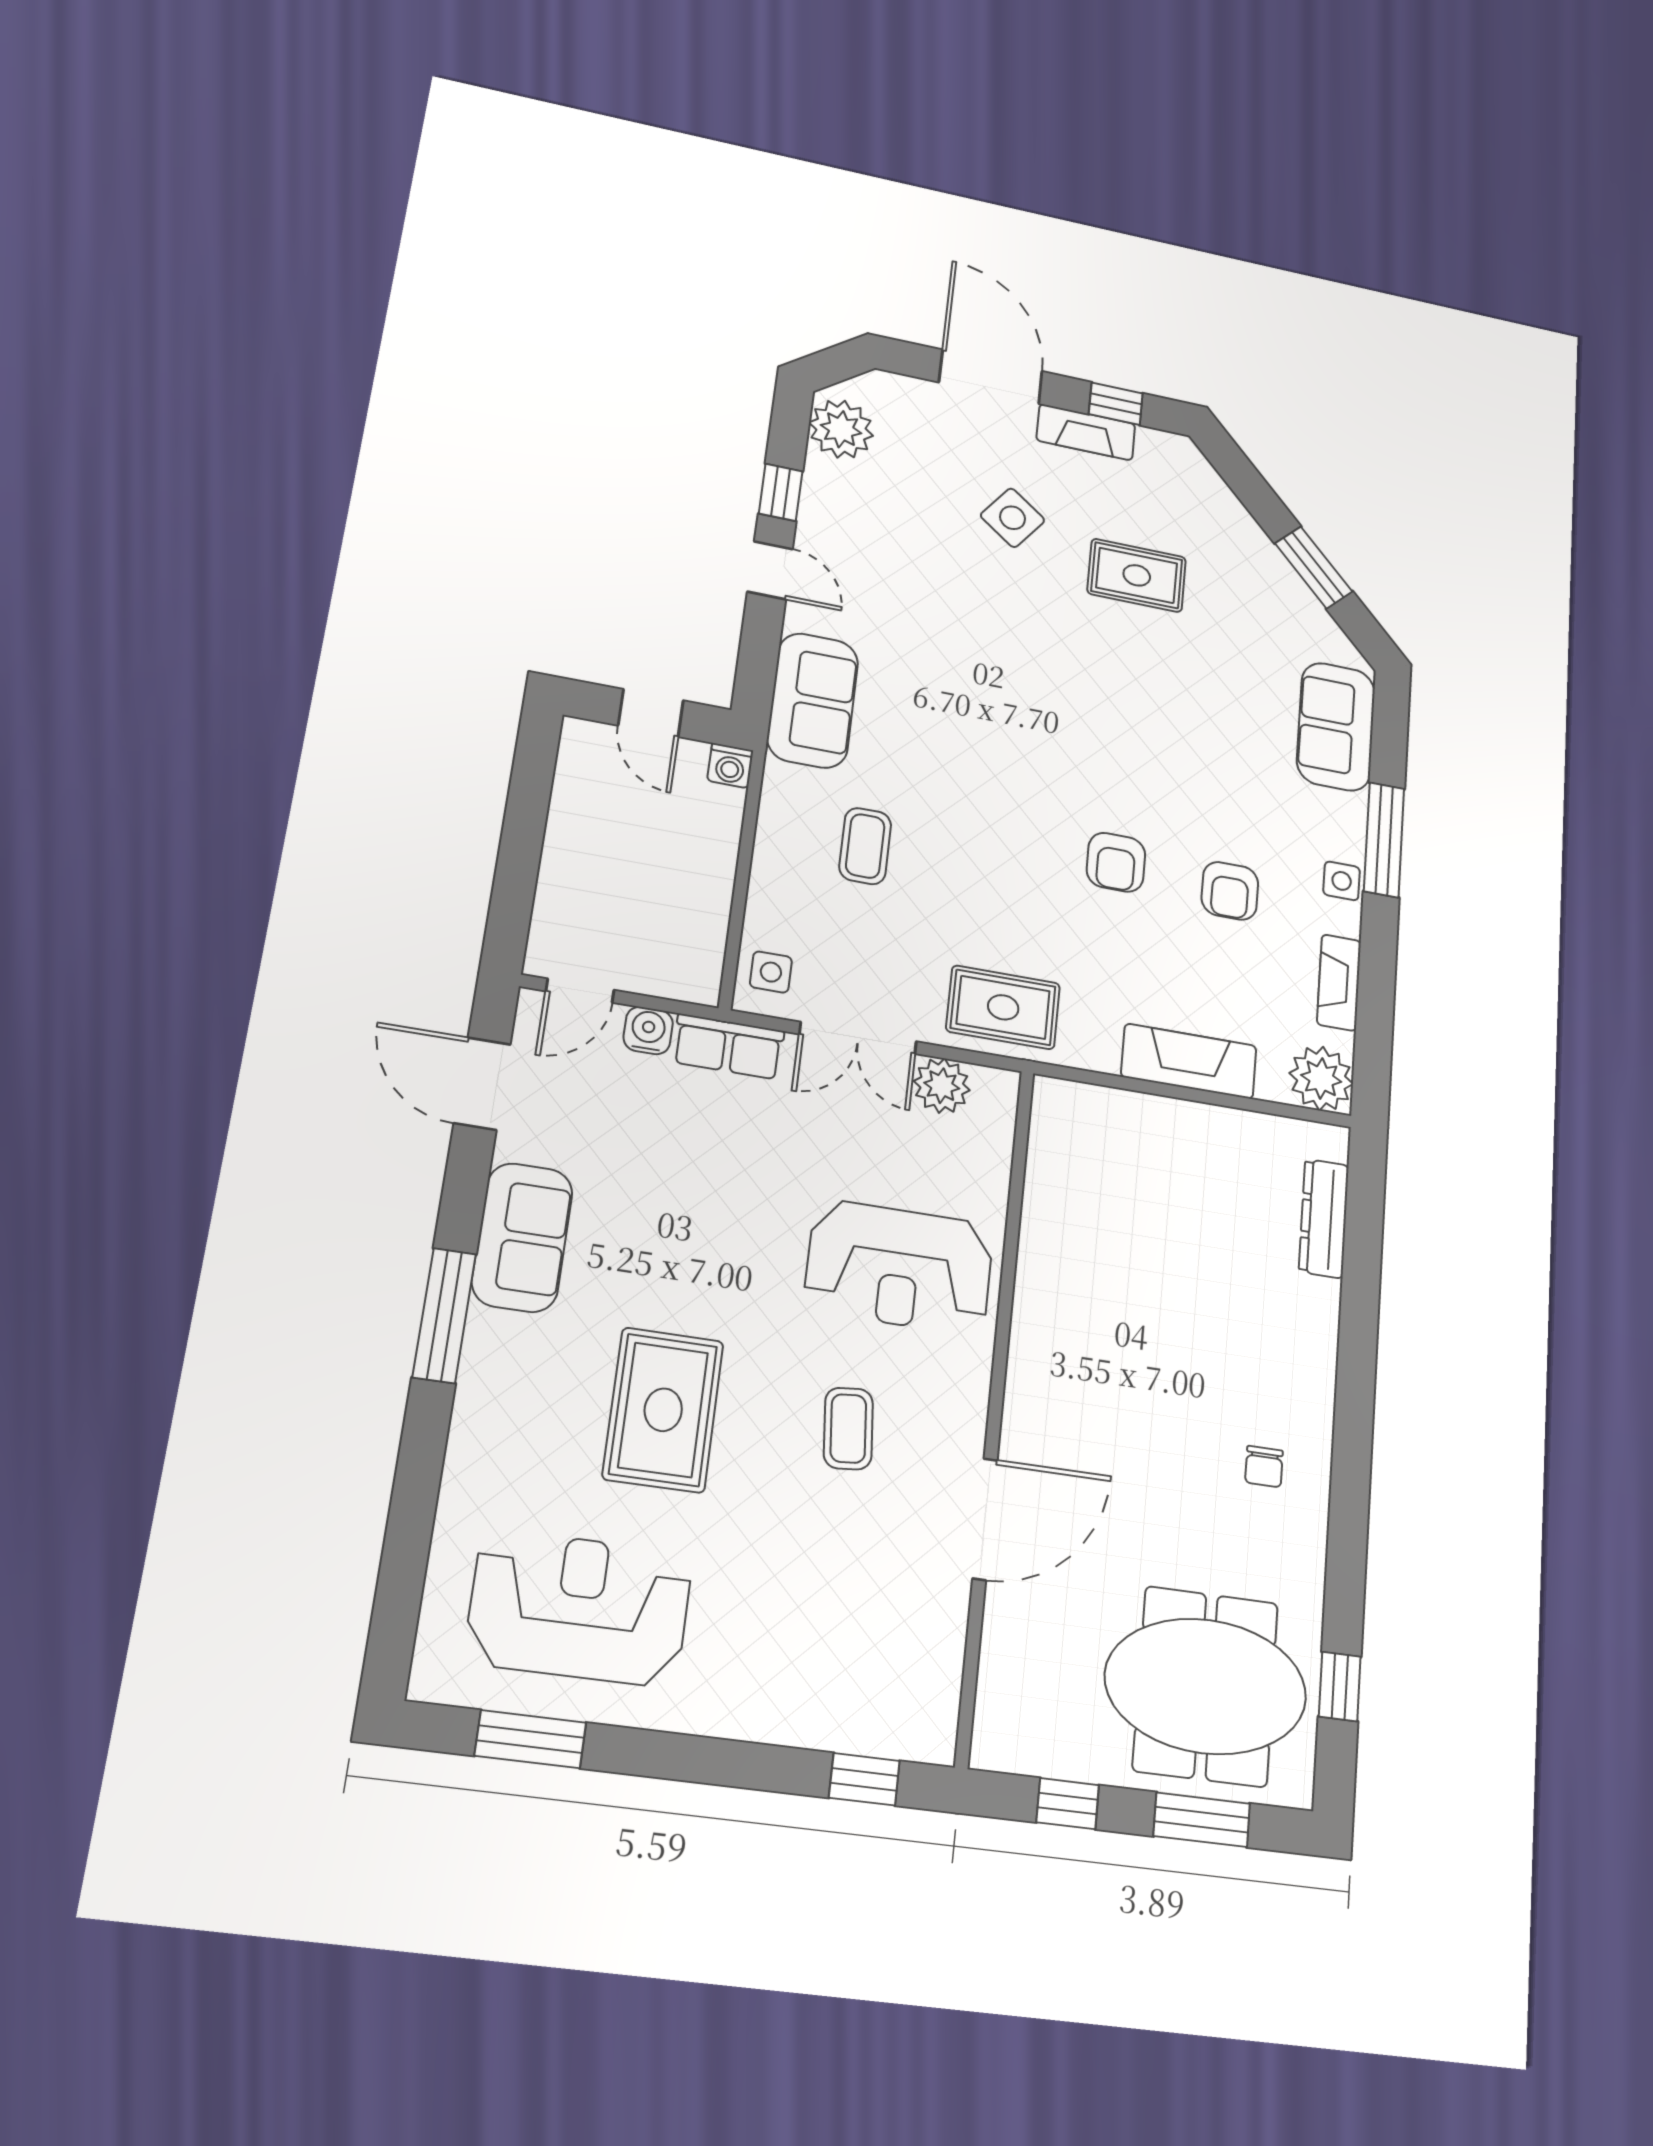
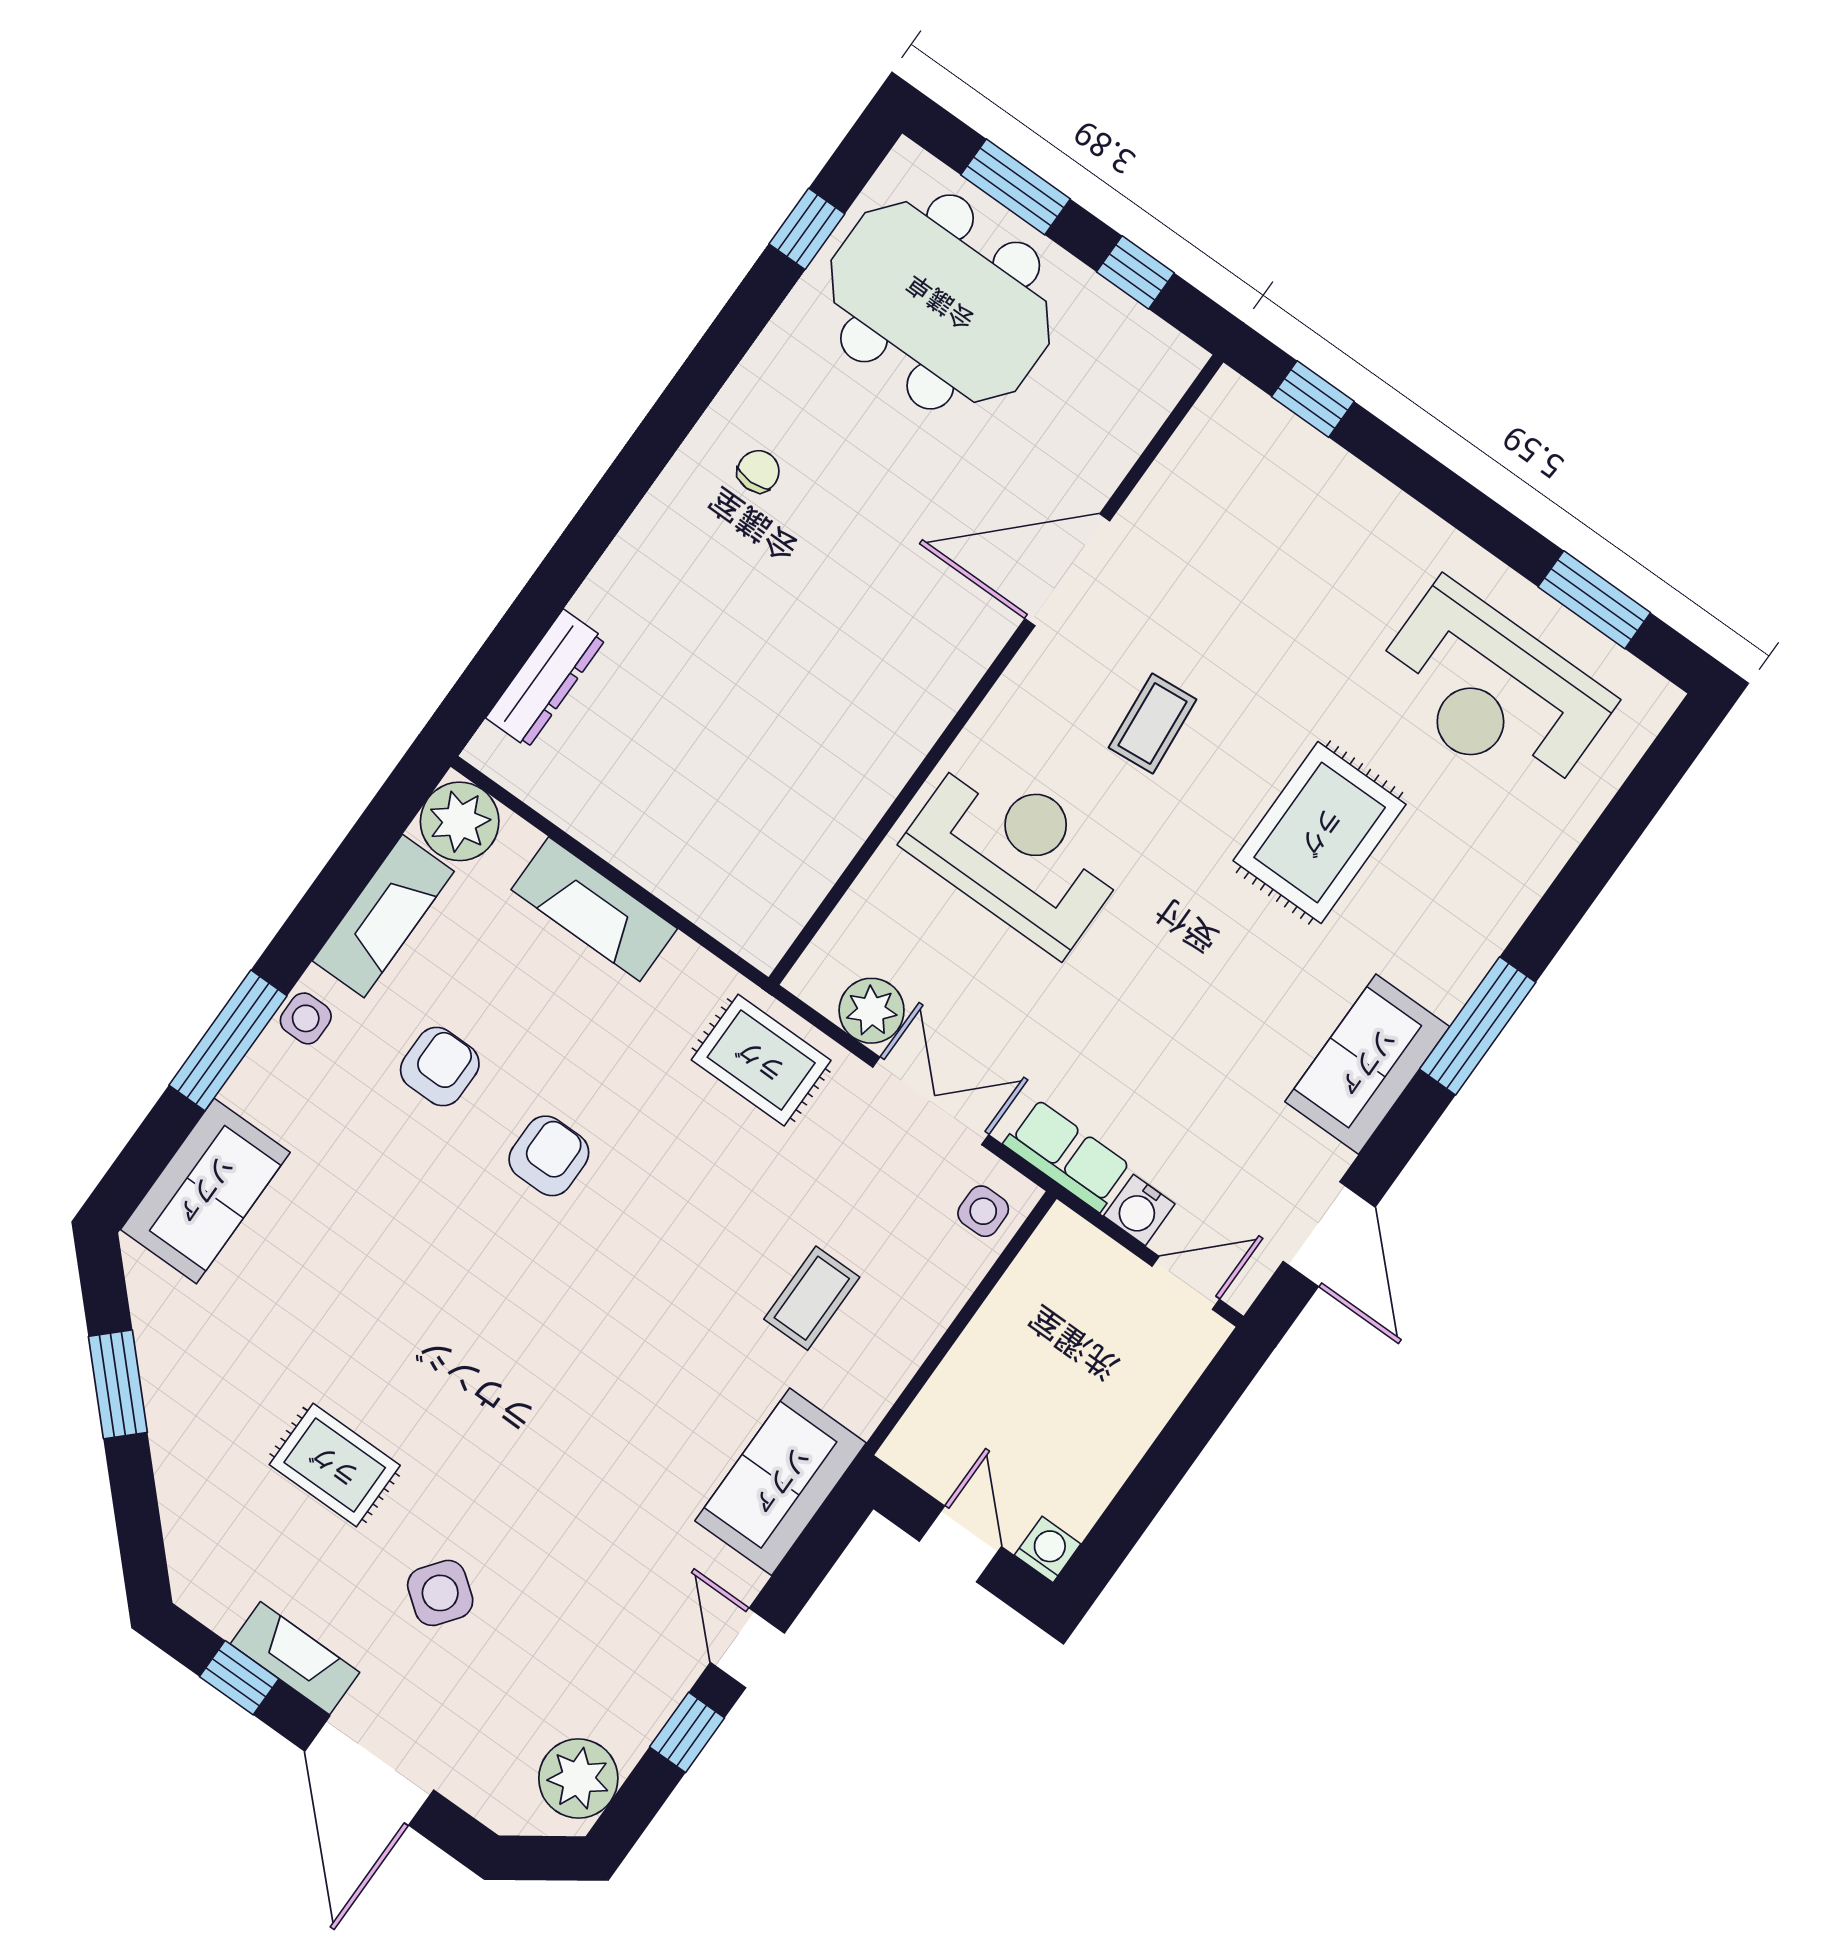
washing machine: (730, 766) -> (1048, 1549), moved
fireplace: (1339, 983) -> (383, 916), width x1.37, depth x1.32

